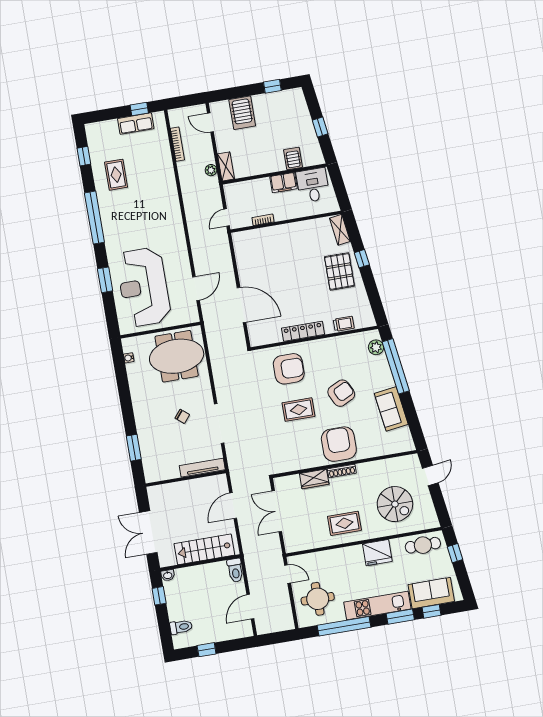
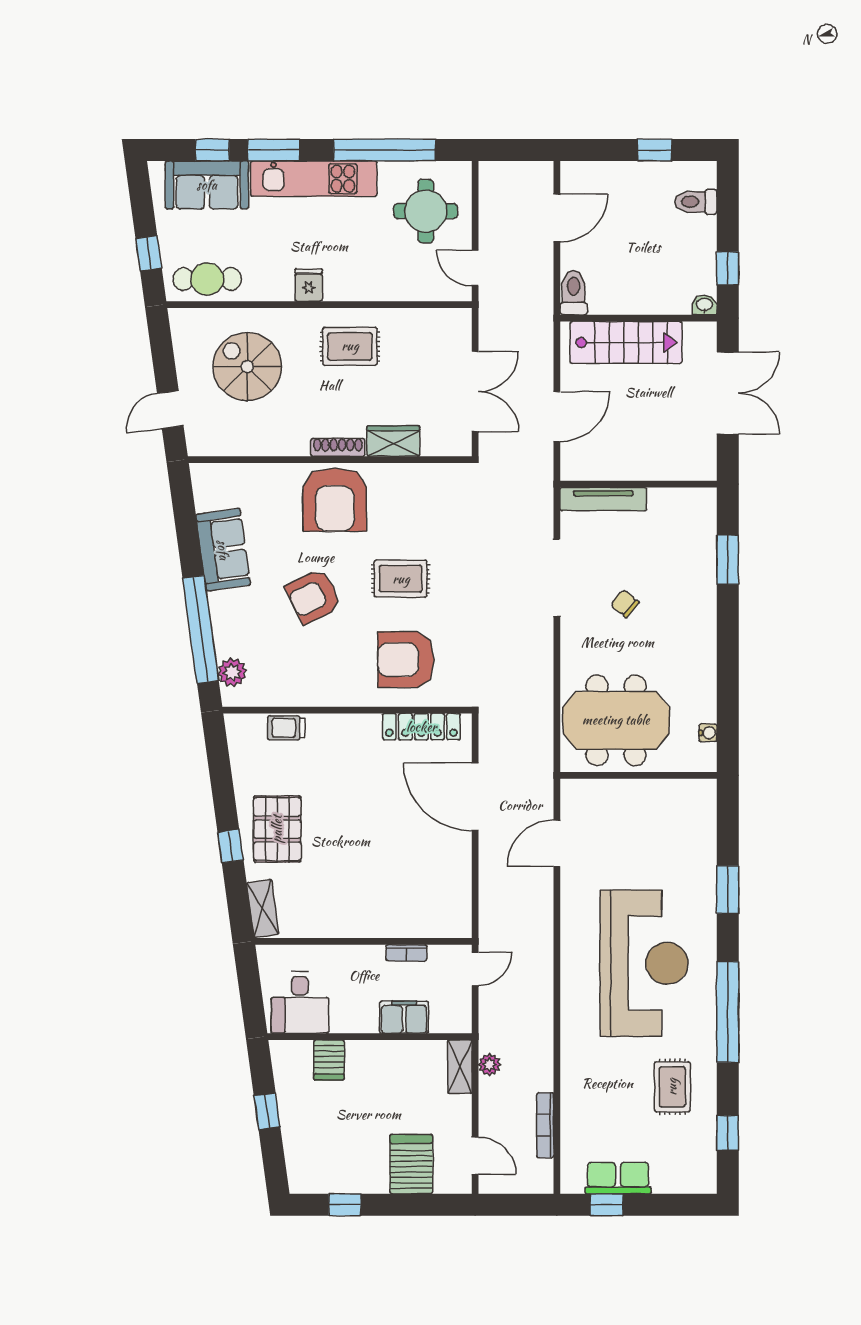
filing cabinet: (284, 183) -> (404, 1017), moved
reception desk: (144, 287) -> (644, 963), moved
locker: (303, 331) -> (421, 727), moved
fridge: (377, 553) -> (309, 285), width x0.53, depth x0.75

